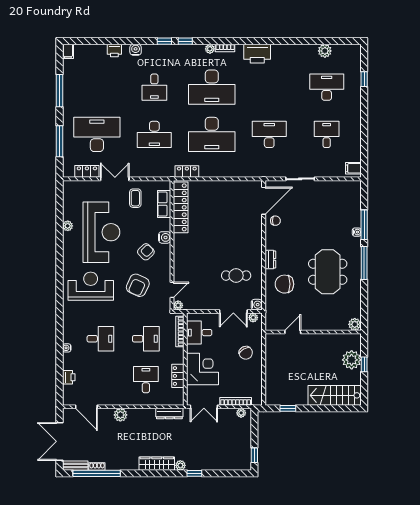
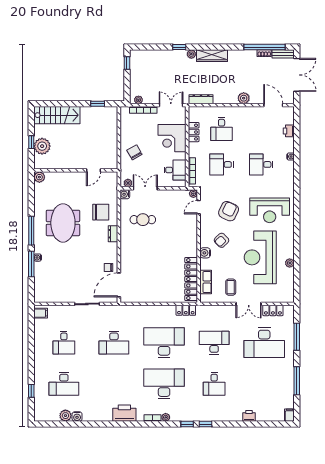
water cooler: (136, 50) -> (77, 417), moved
desk: (154, 87) -> (214, 384), turned 180

